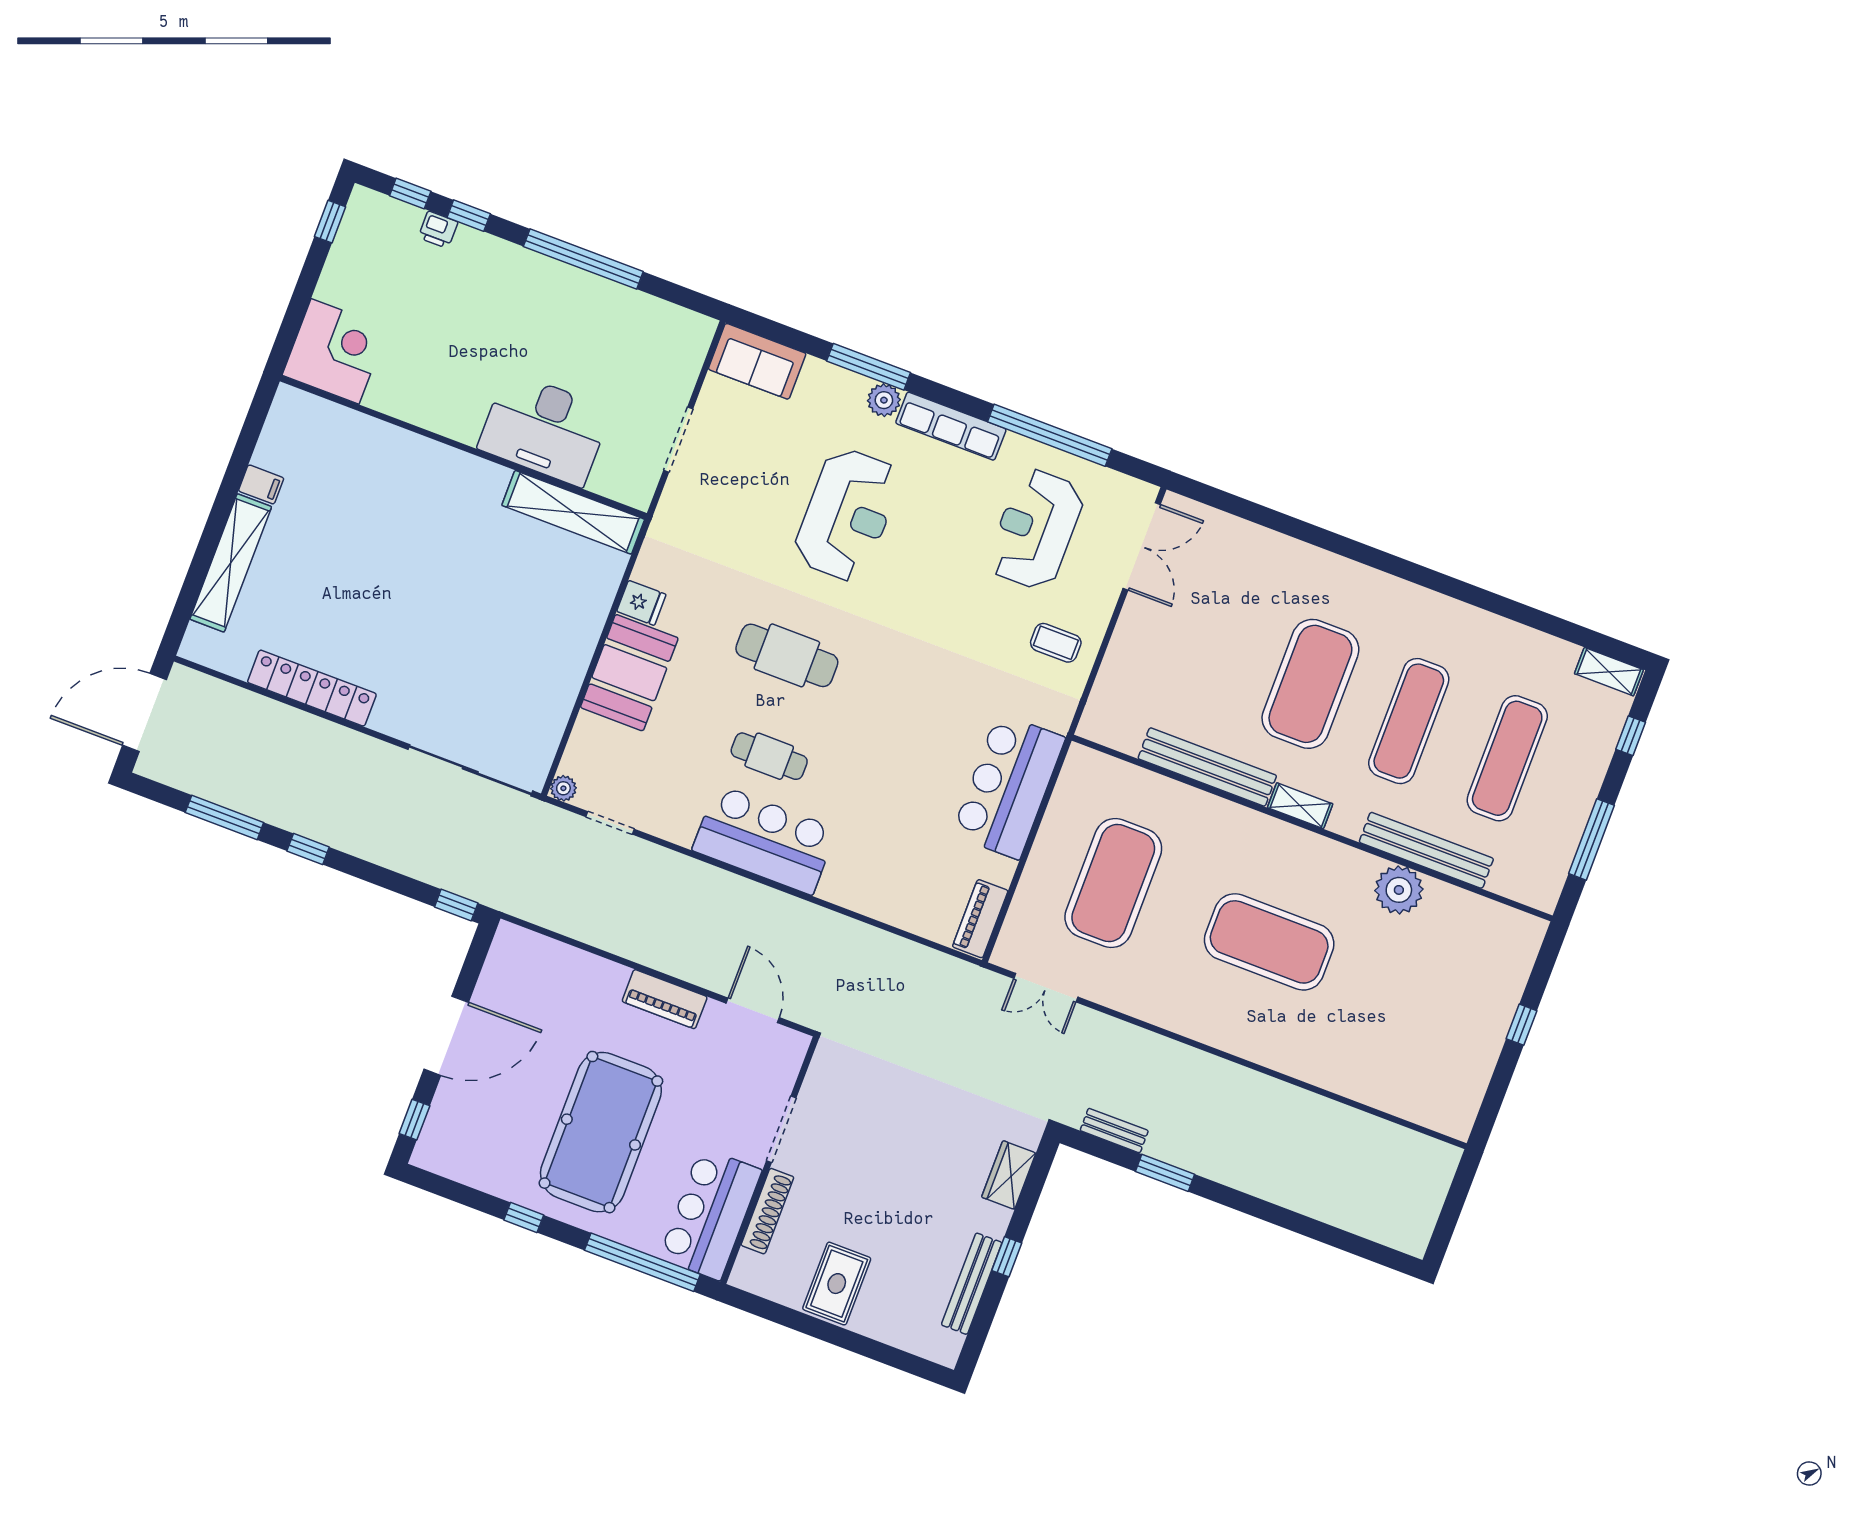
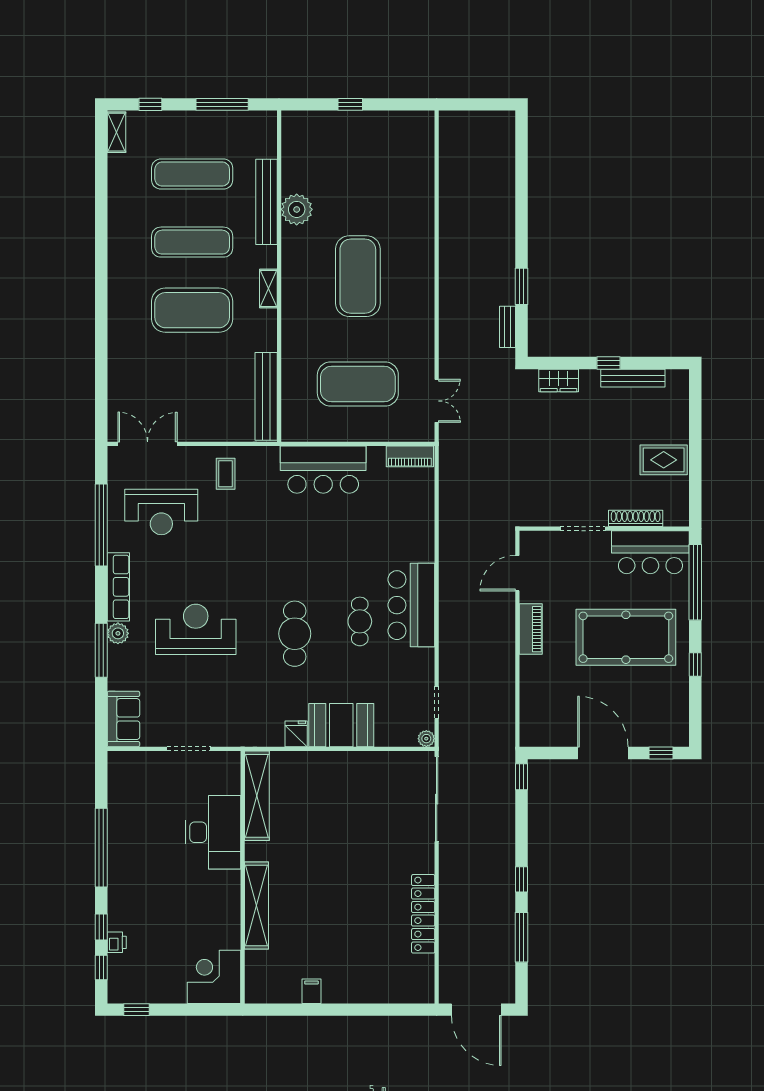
shelving: (231, 563) -> (257, 906), moved, turned 90
bench: (1207, 767) -> (266, 396), moved

